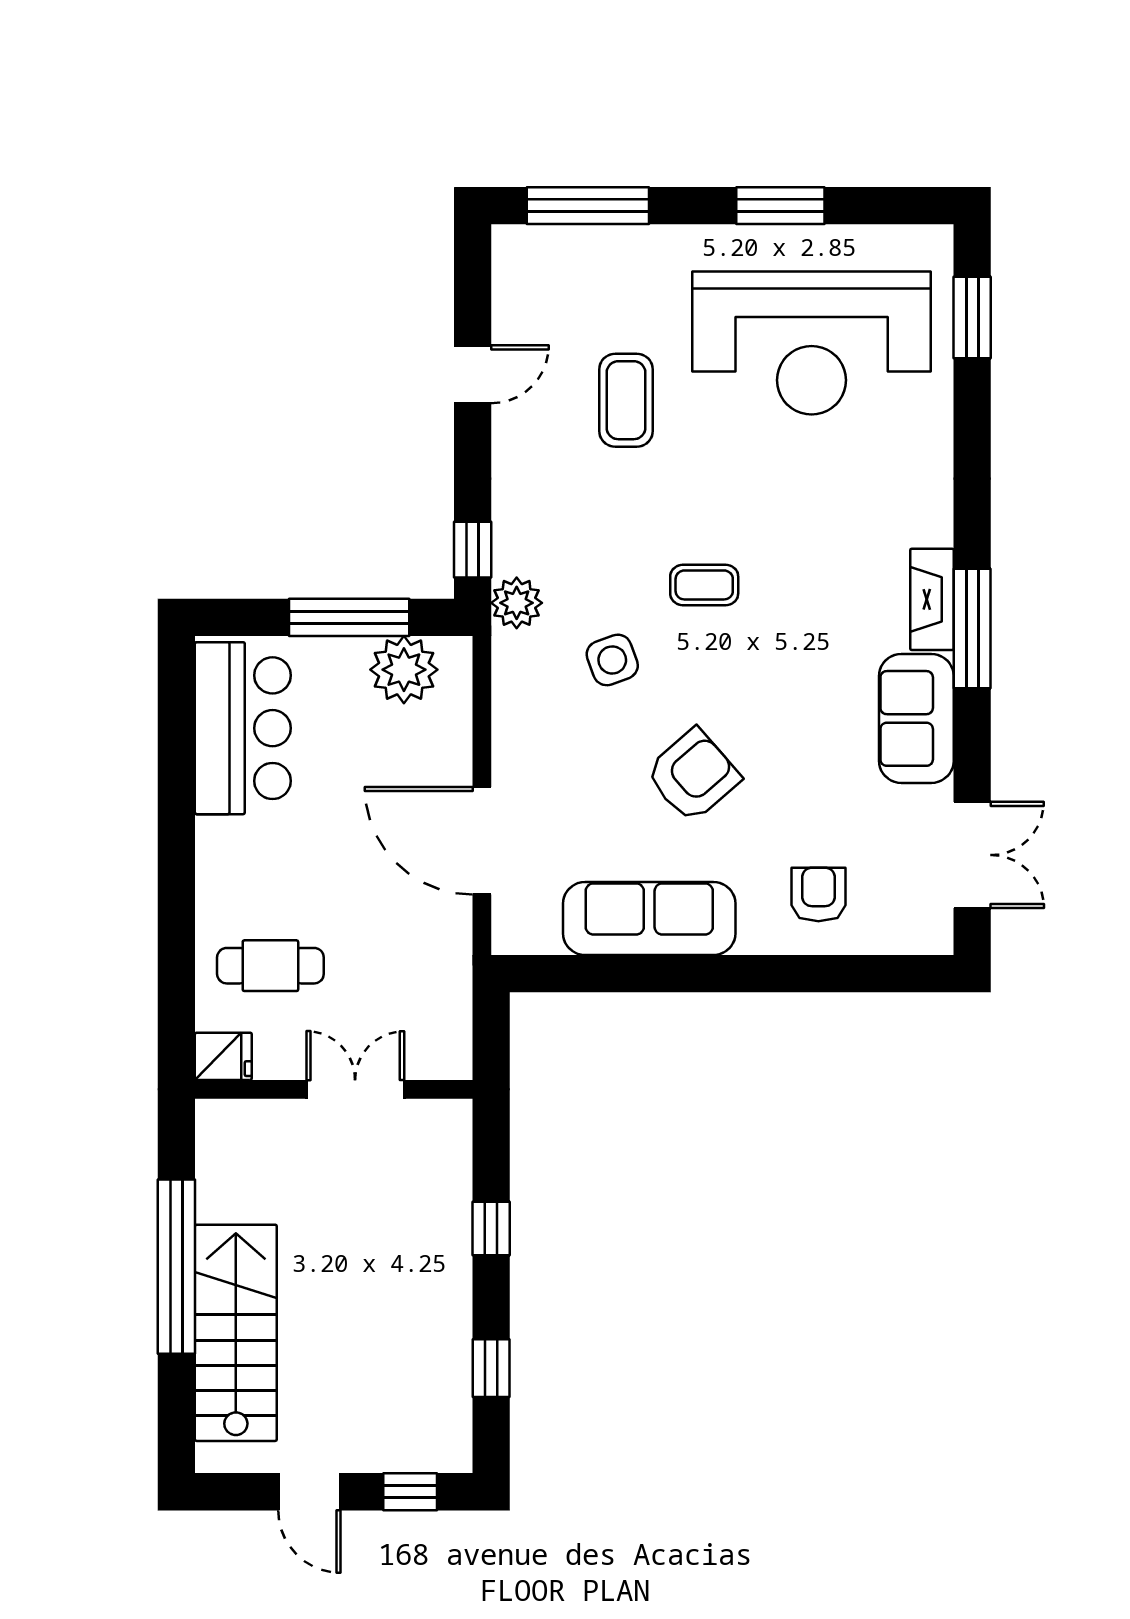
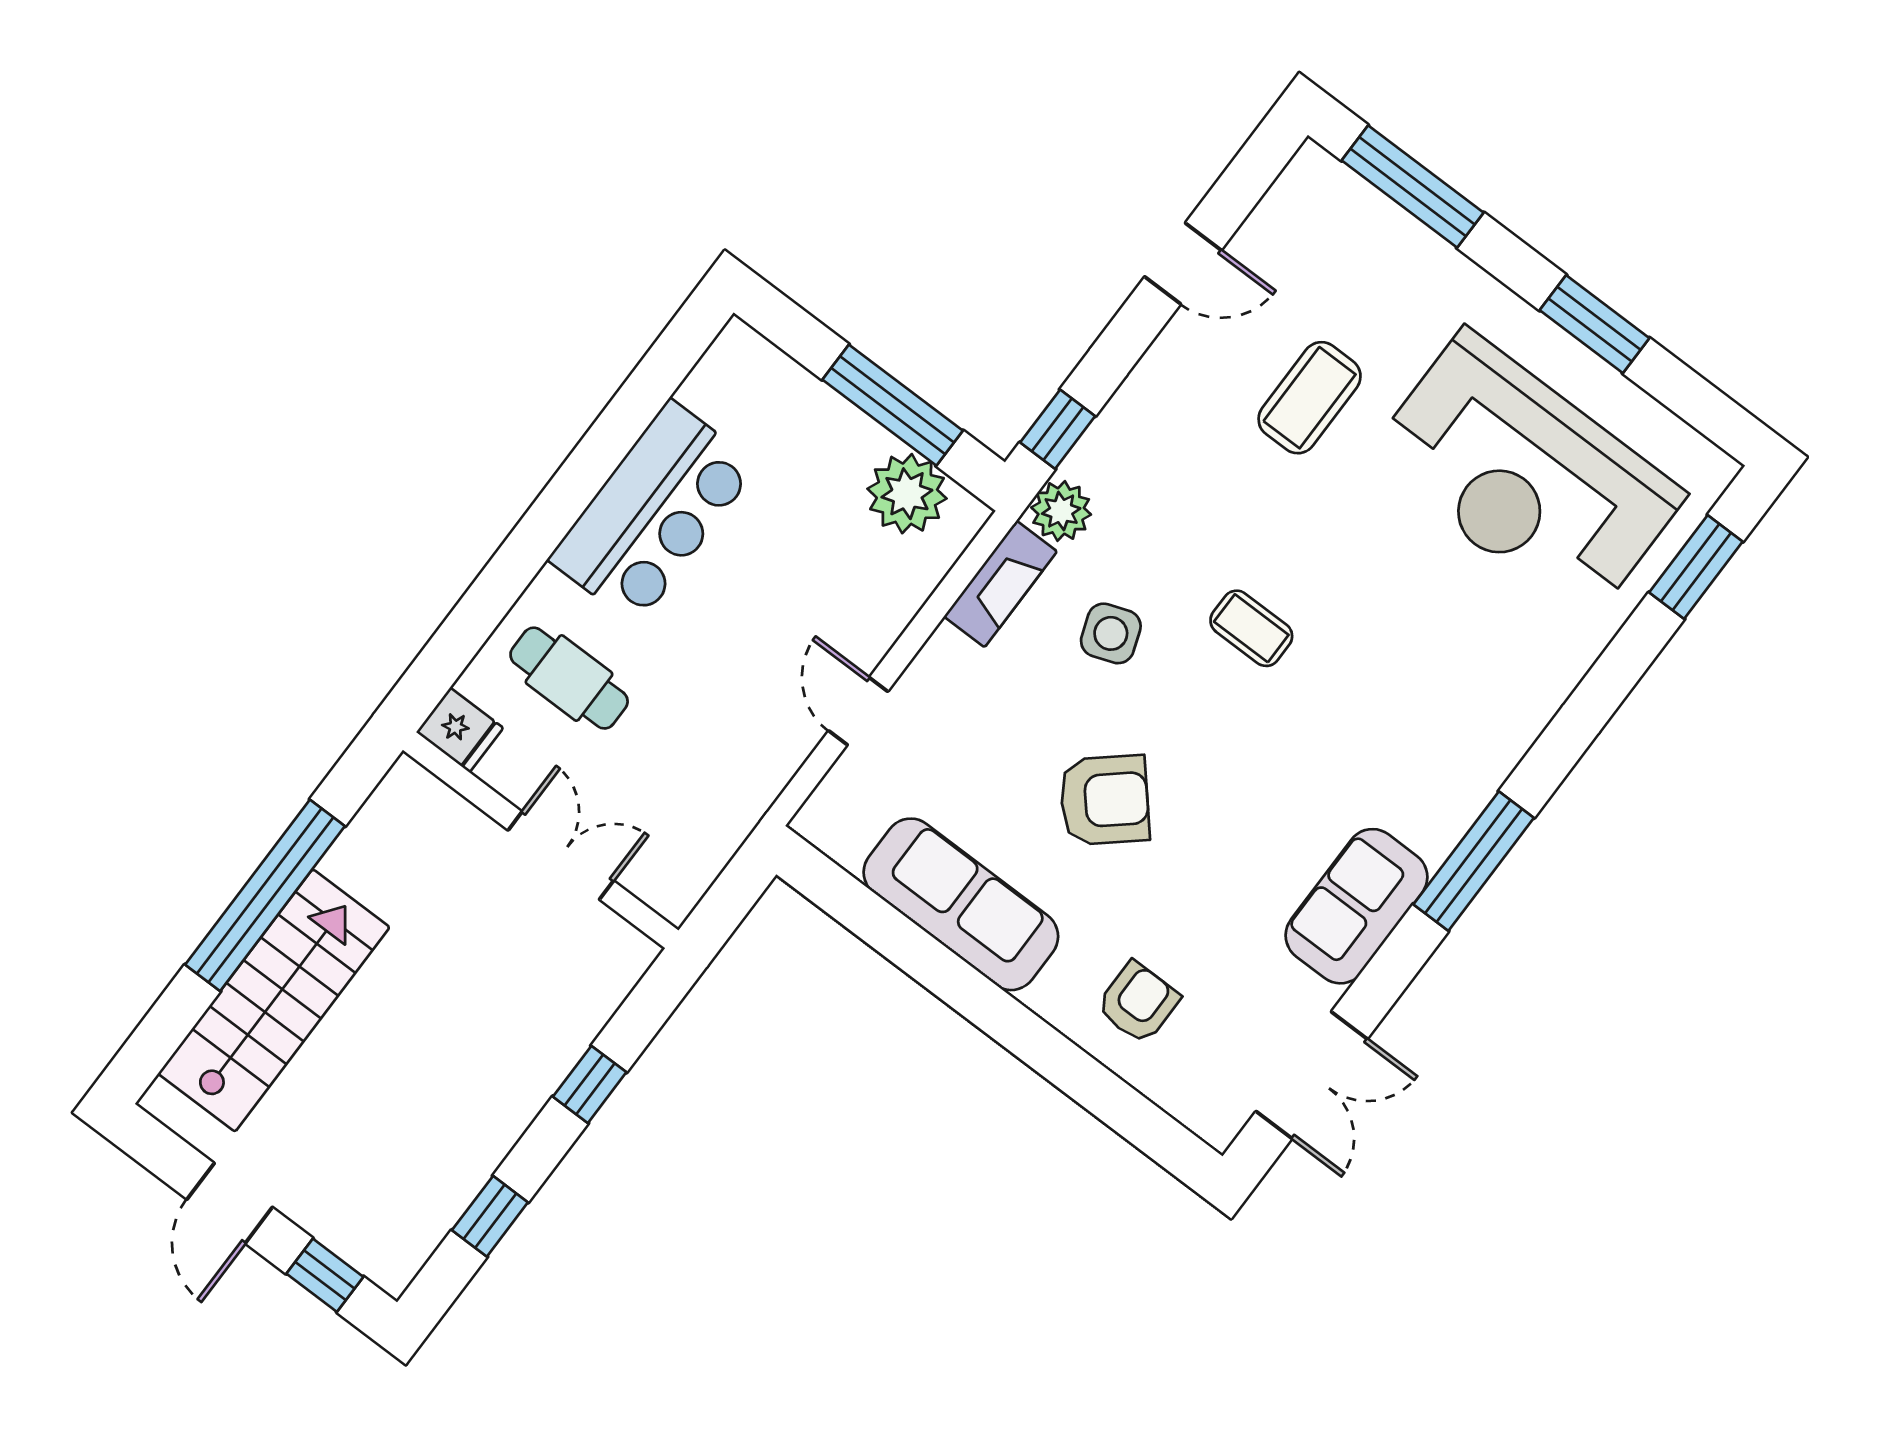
fireplace: (932, 599) -> (1000, 584), moved, turned 180
bar counter: (243, 728) -> (653, 513), moved
door: (482, 841) -> (858, 711), width x0.53

